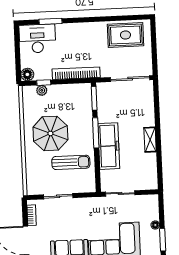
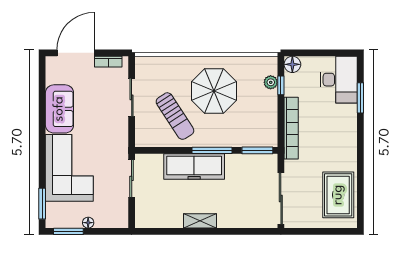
sun lounger: (71, 162) -> (175, 116), turned -33

